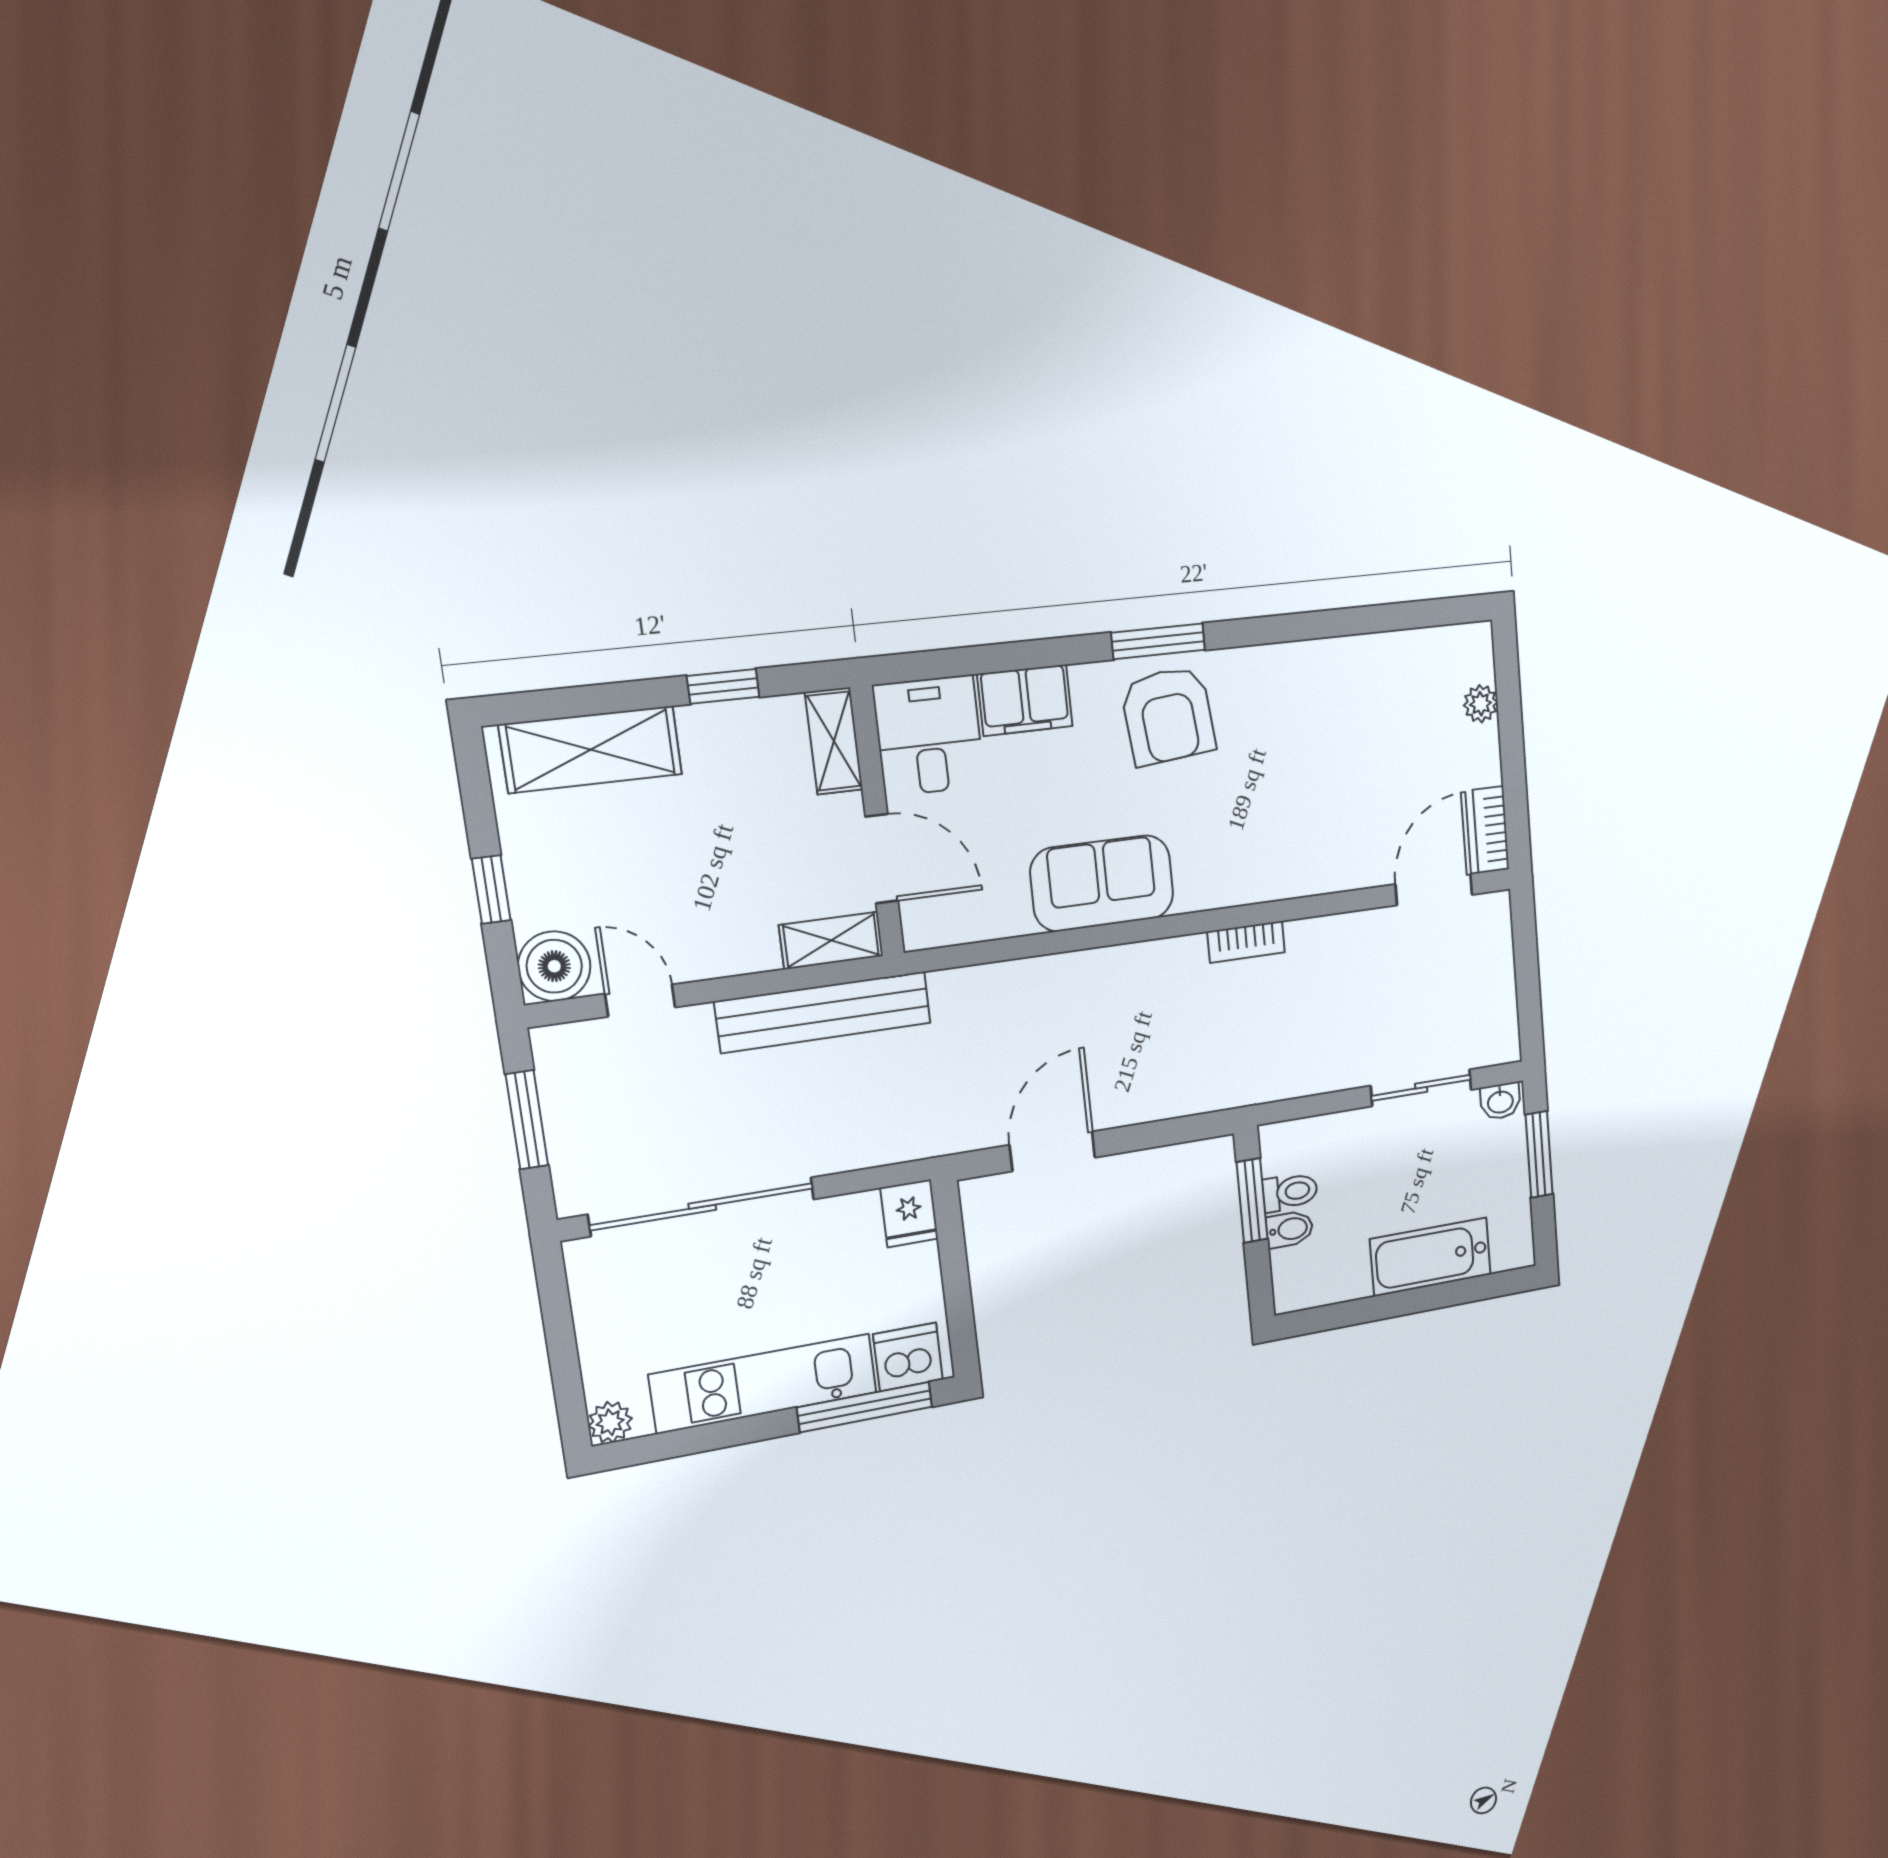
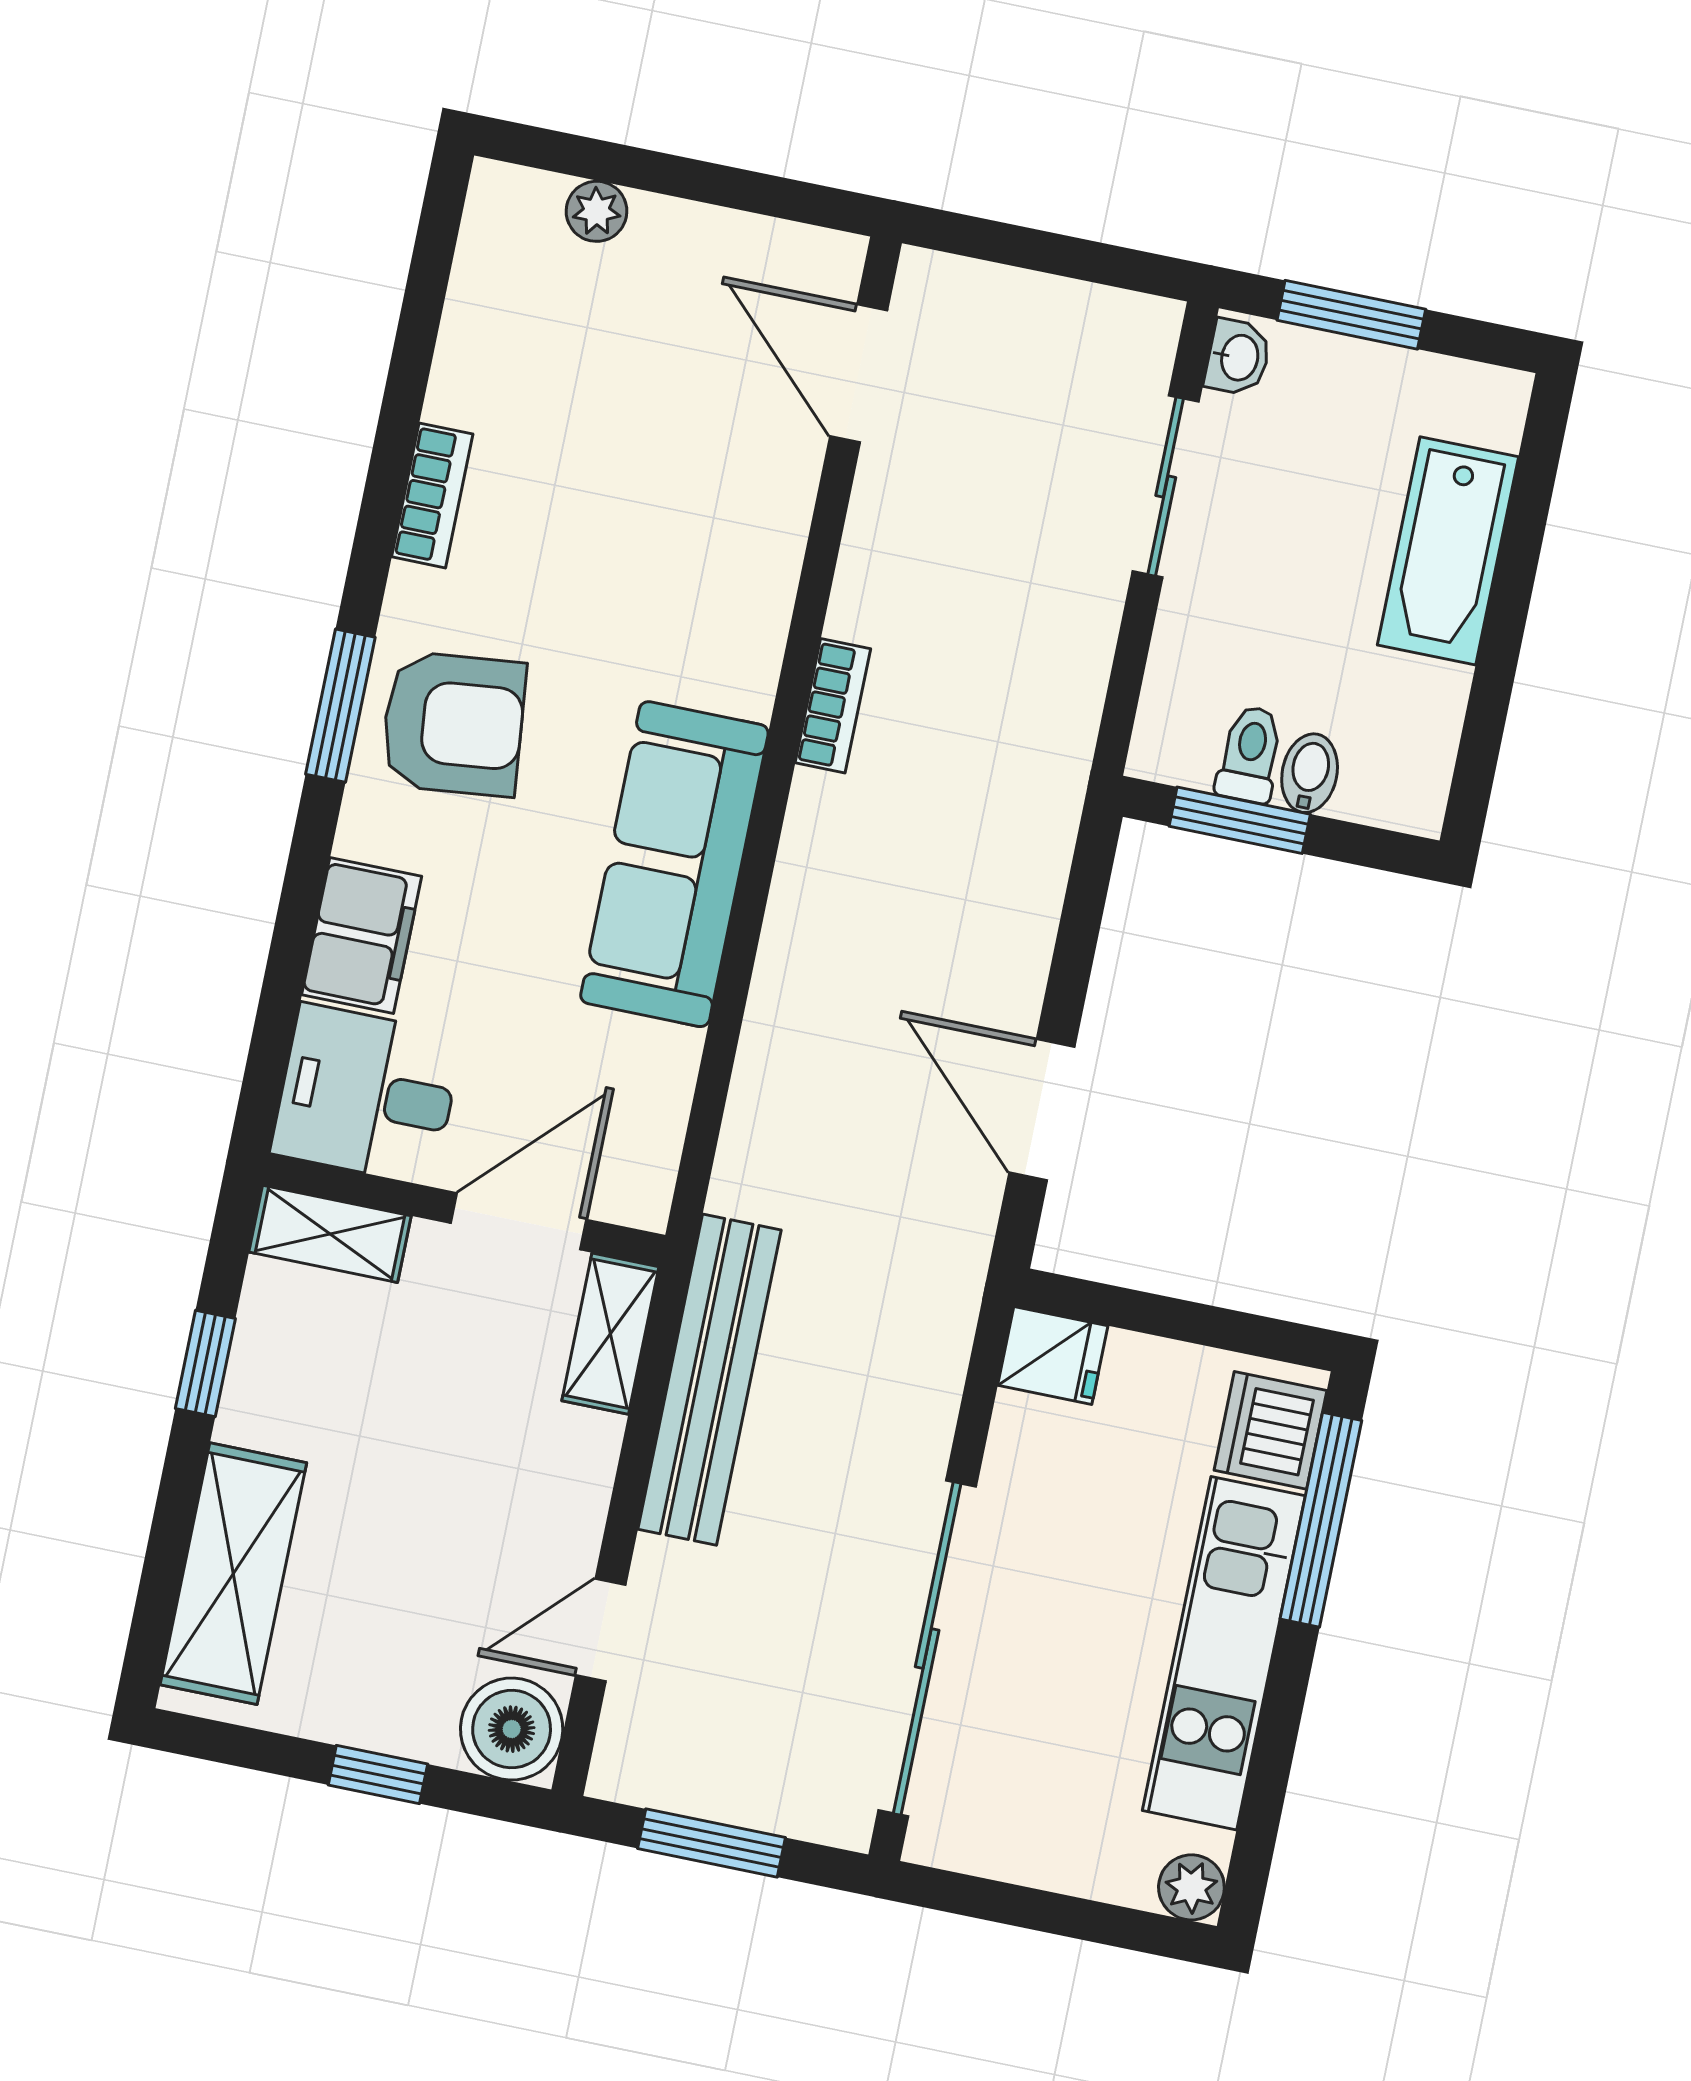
bookcase: (1491, 830) -> (432, 495), moved, turned -90
sofa: (1102, 883) -> (674, 864), width x1.36

